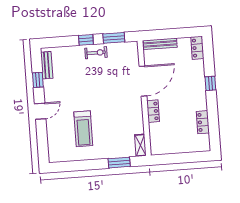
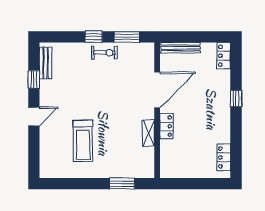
locker: (203, 122) -> (224, 157), moved
shelving: (140, 145) -> (148, 133), moved

